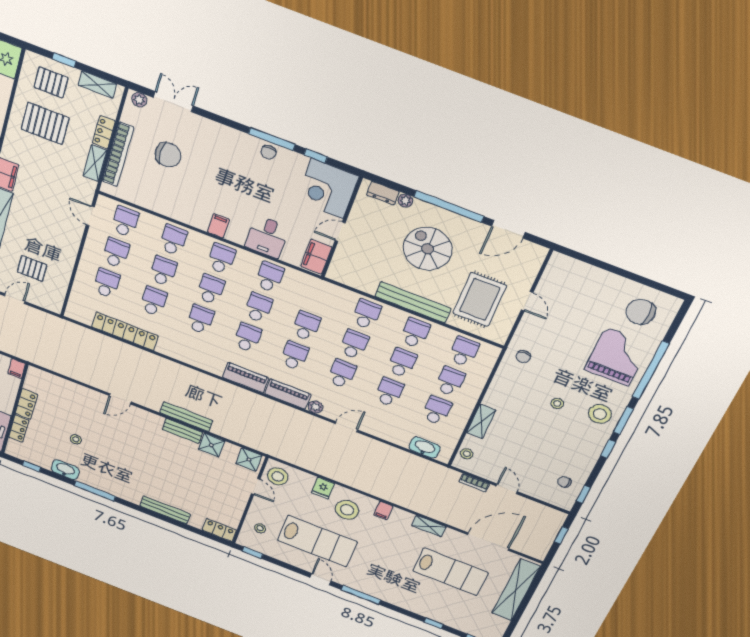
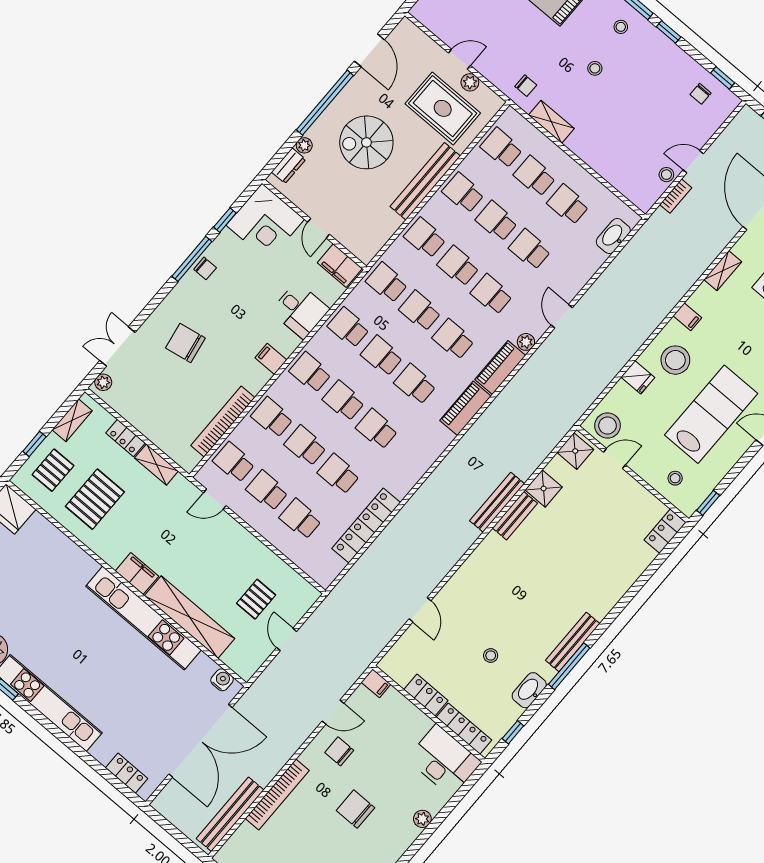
bookcase: (118, 154) -> (223, 422), moved, turned -90
chair: (168, 155) -> (185, 343), moved, turned -100
school desk: (318, 296) -> (387, 283), added
plant: (510, 314) -> (470, 82), added
door: (120, 399) -> (420, 610), moved
stool: (600, 414) -> (621, 27), width x0.53, depth x0.53
shelving: (481, 421) -> (551, 122), moved
locker: (19, 429) -> (464, 729), width x1.53
stool: (467, 454) -> (666, 175), moved
bench: (165, 510) -> (573, 642), moved

